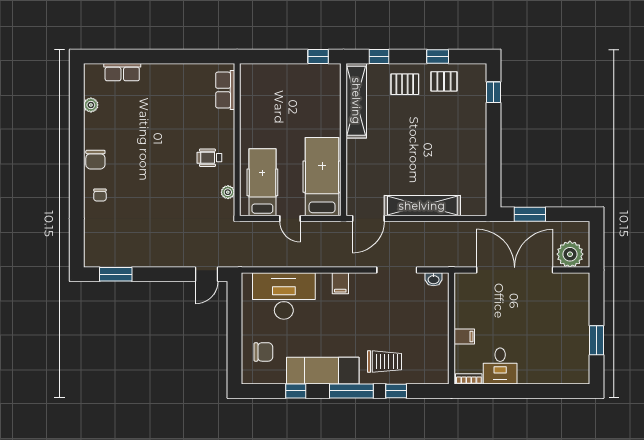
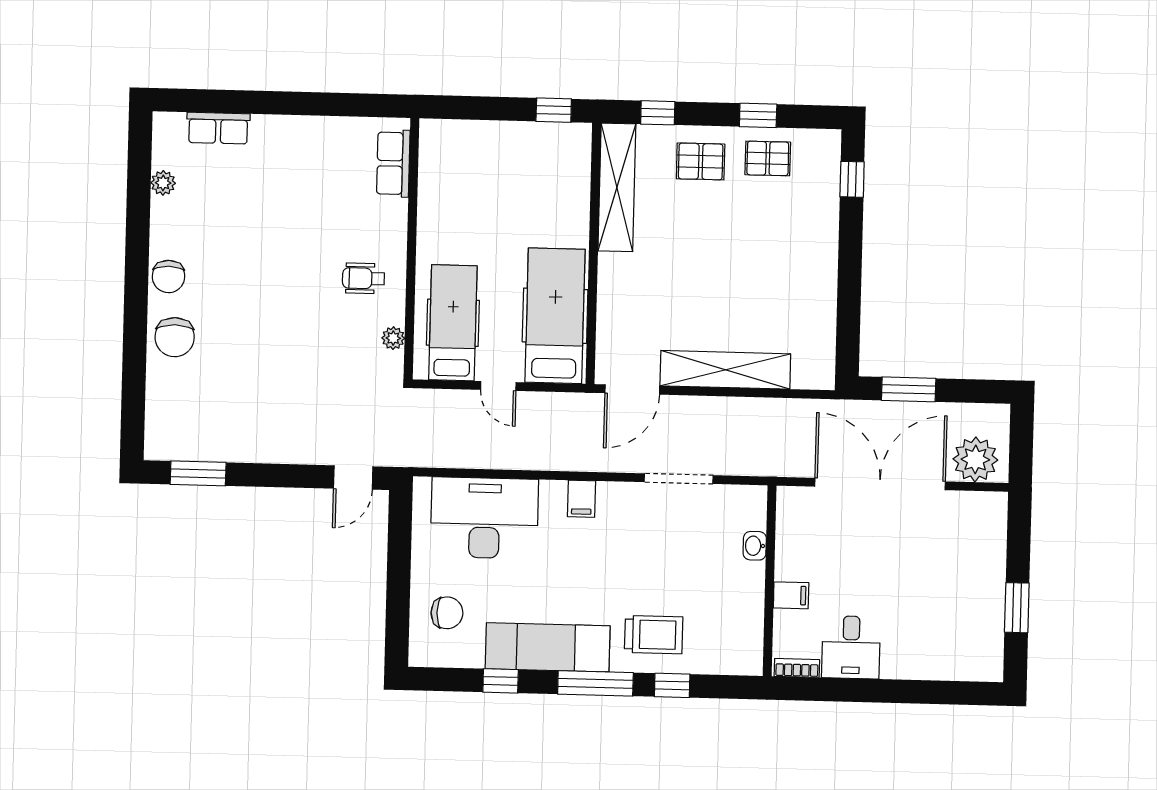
chair: (100, 195) -> (175, 337), width x1.87, depth x1.87
washbasin: (434, 279) -> (755, 546), moved, turned 90

